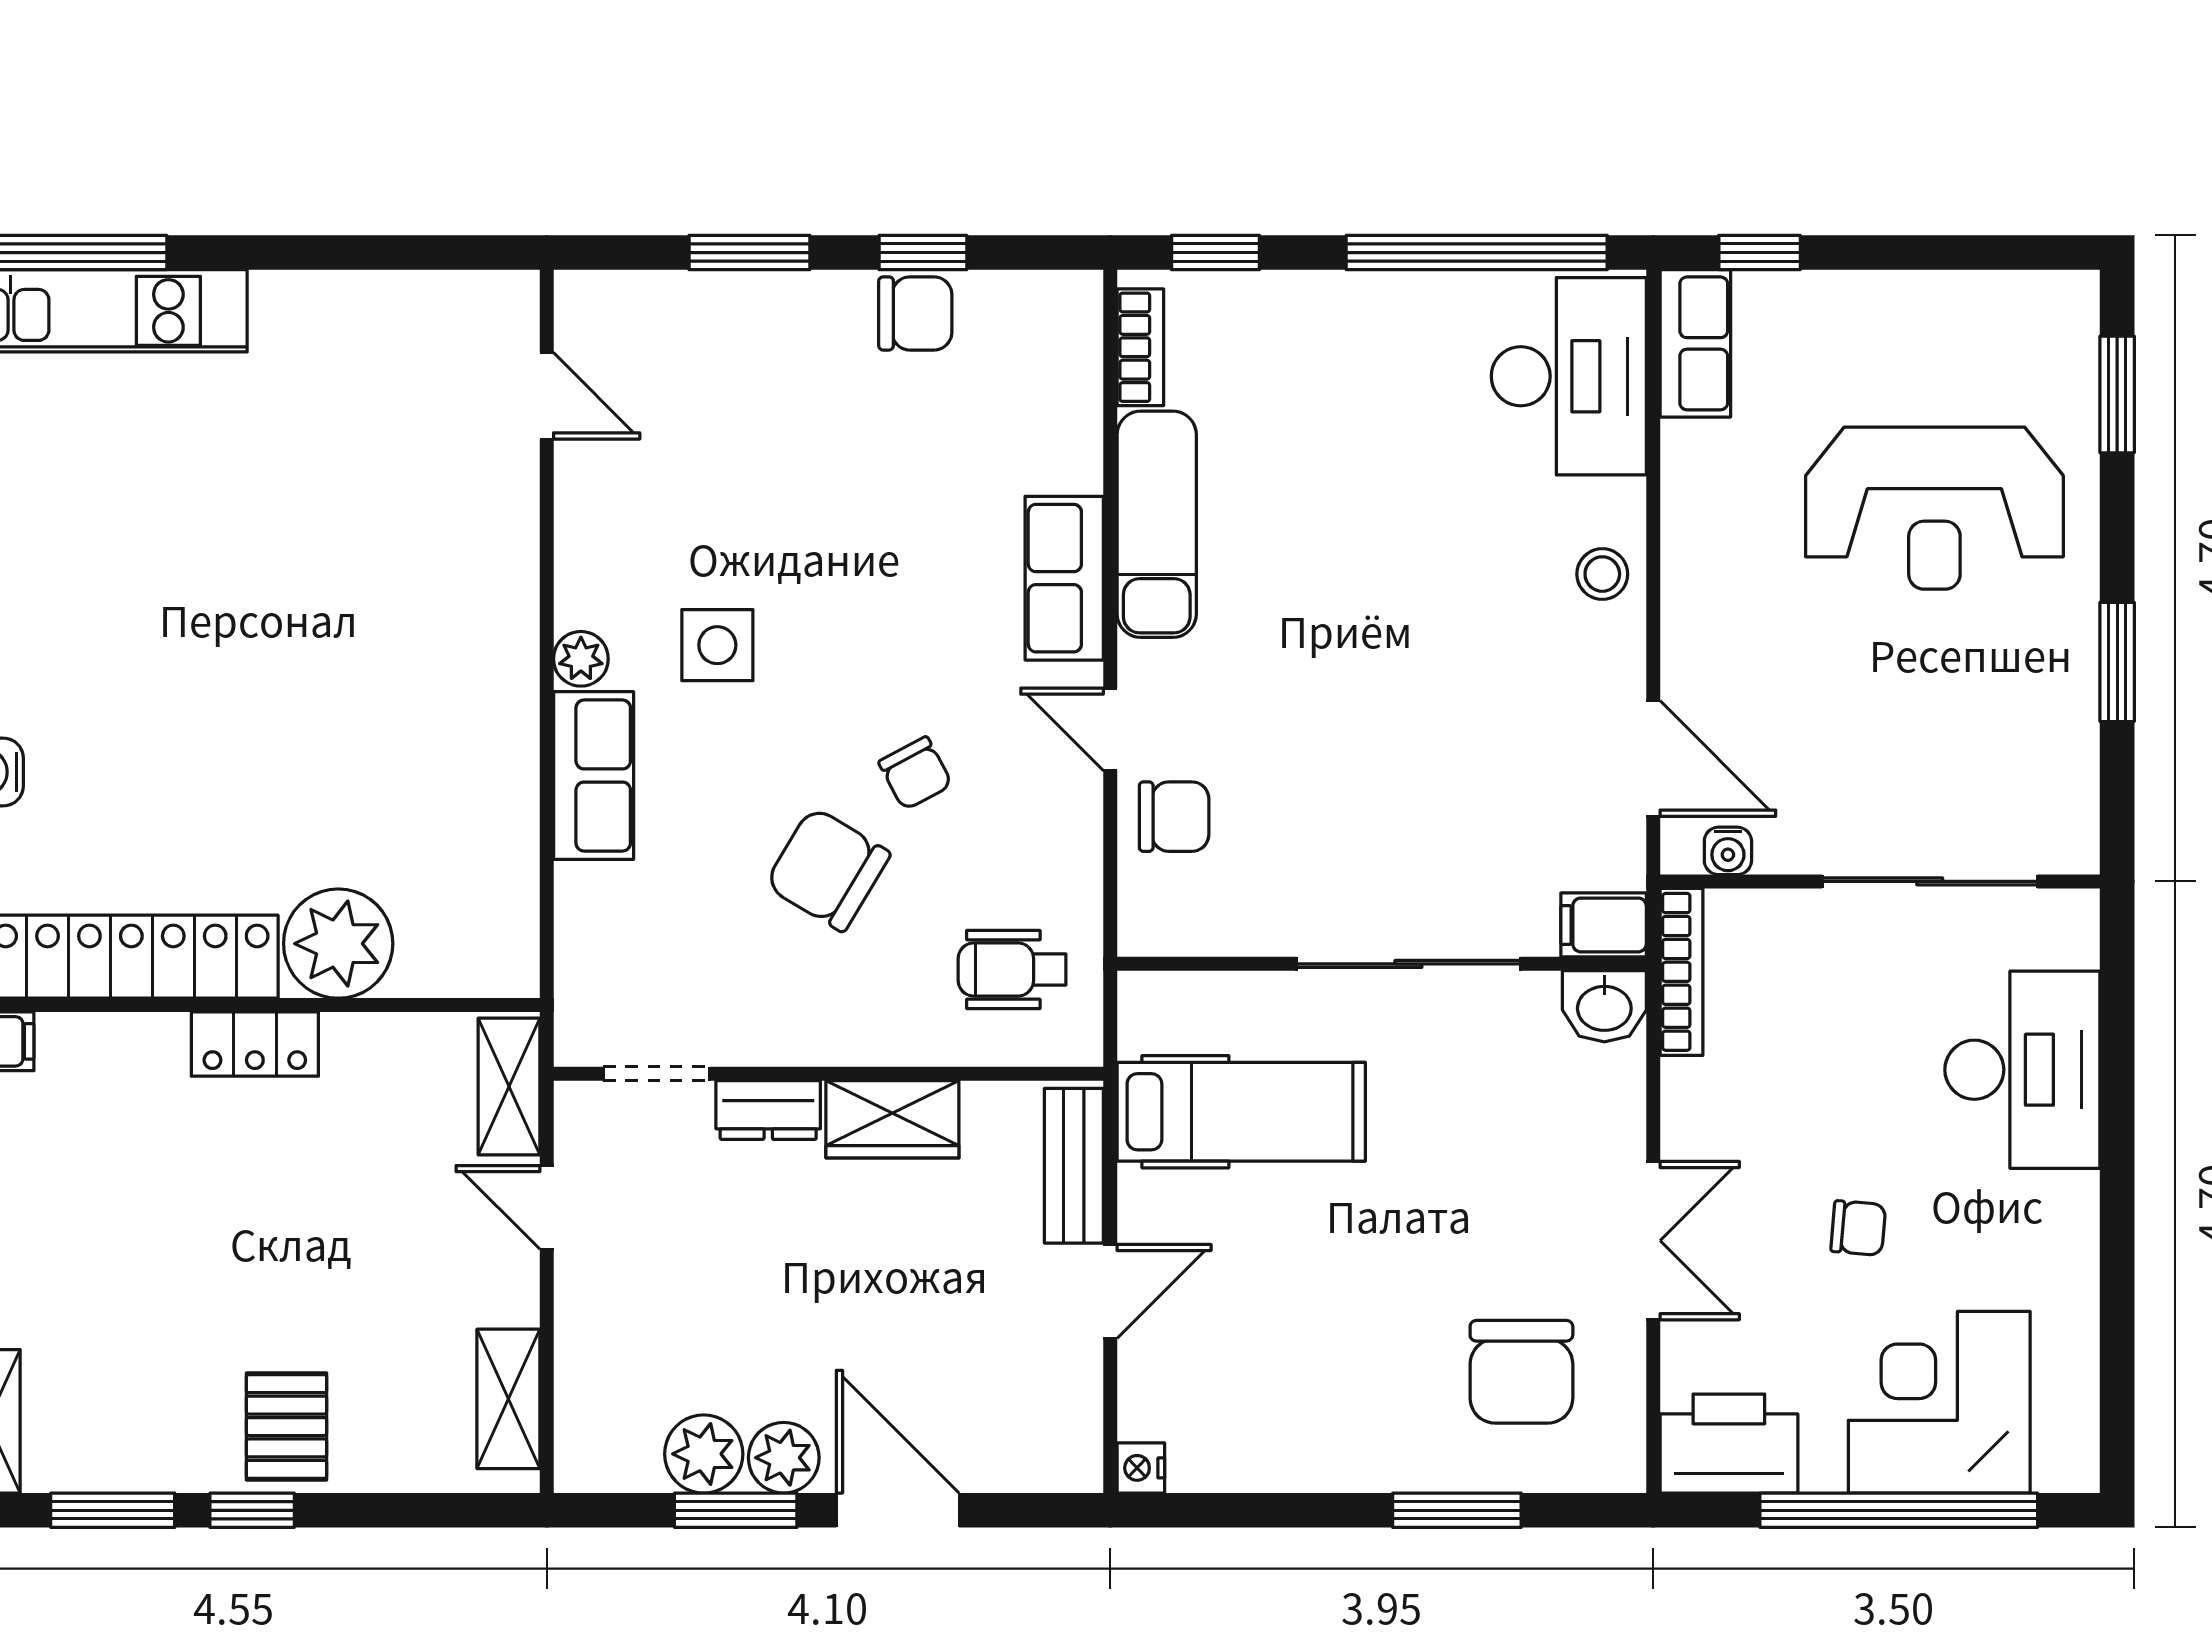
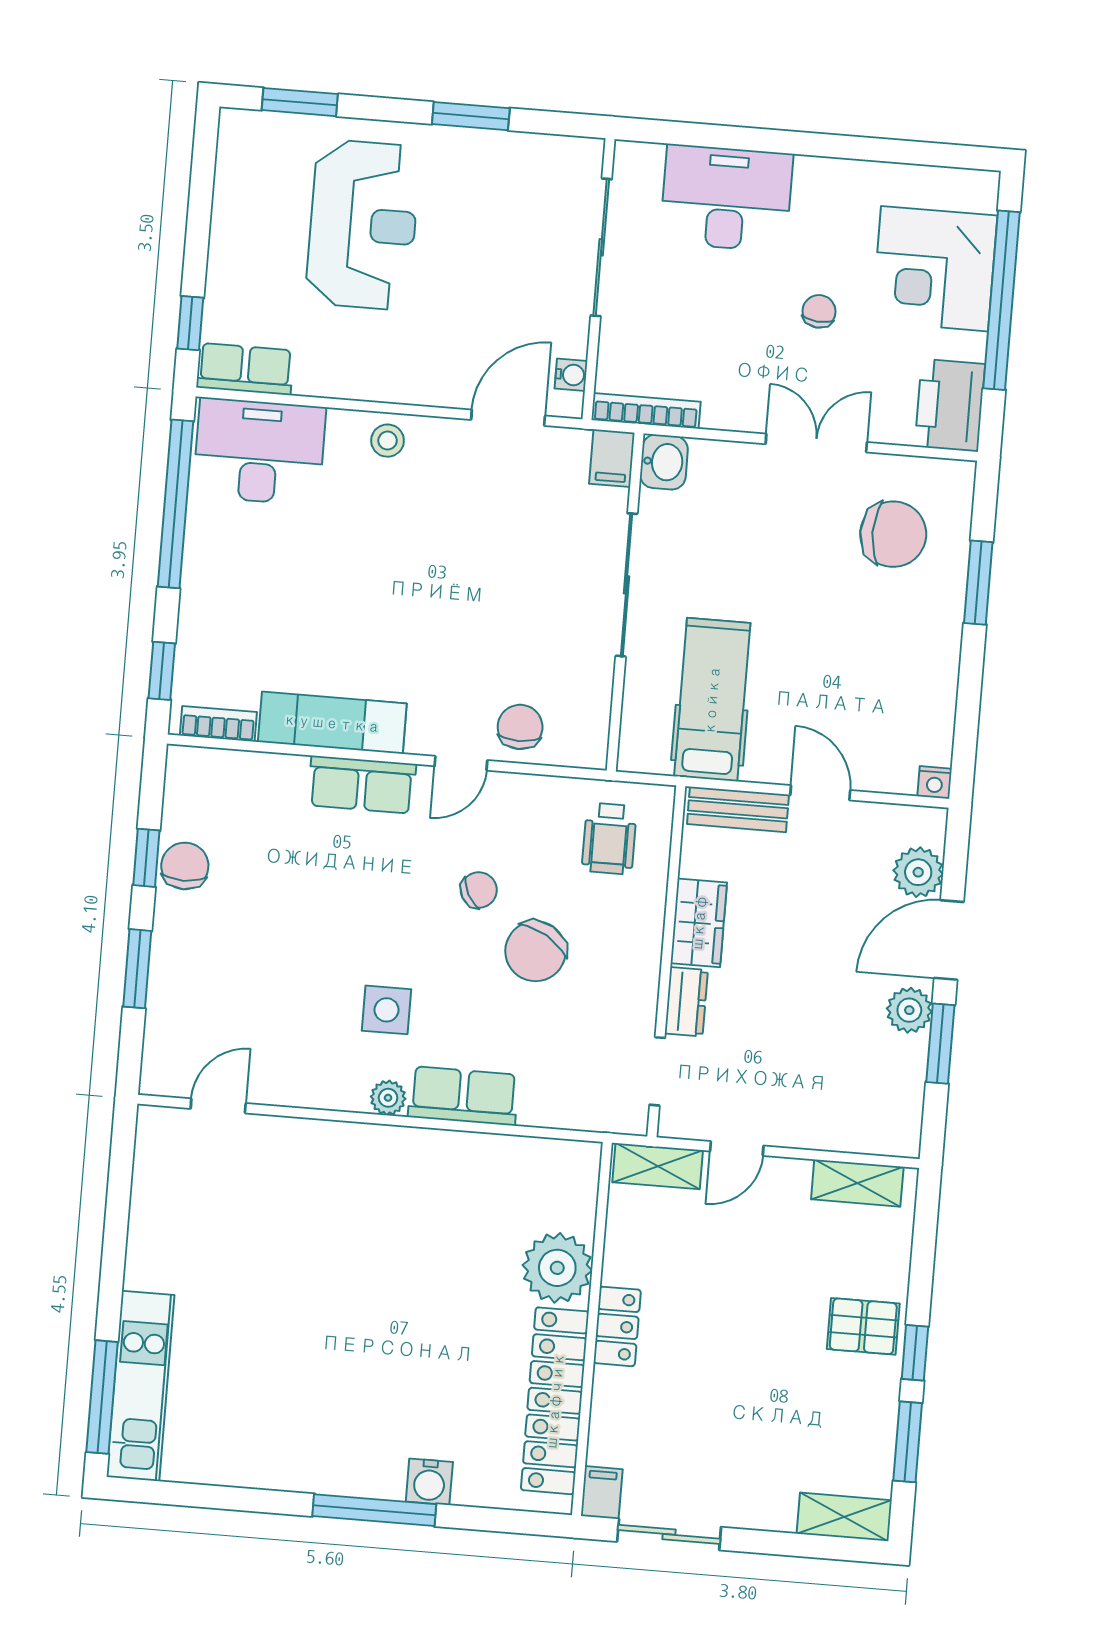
plant: (704, 1454) -> (918, 872), moved

